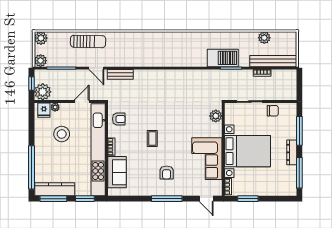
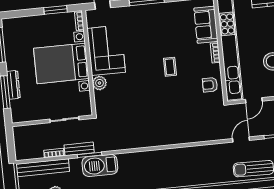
door: (96, 68) -> (241, 140), hinge flipped
bench: (120, 74) -> (79, 149), moved
chair: (273, 111) -> (38, 112), removed
plant: (216, 116) -> (99, 83), moved
dresser: (292, 152) -> (13, 85), moved
armchair: (167, 172) -> (150, 30), removed

